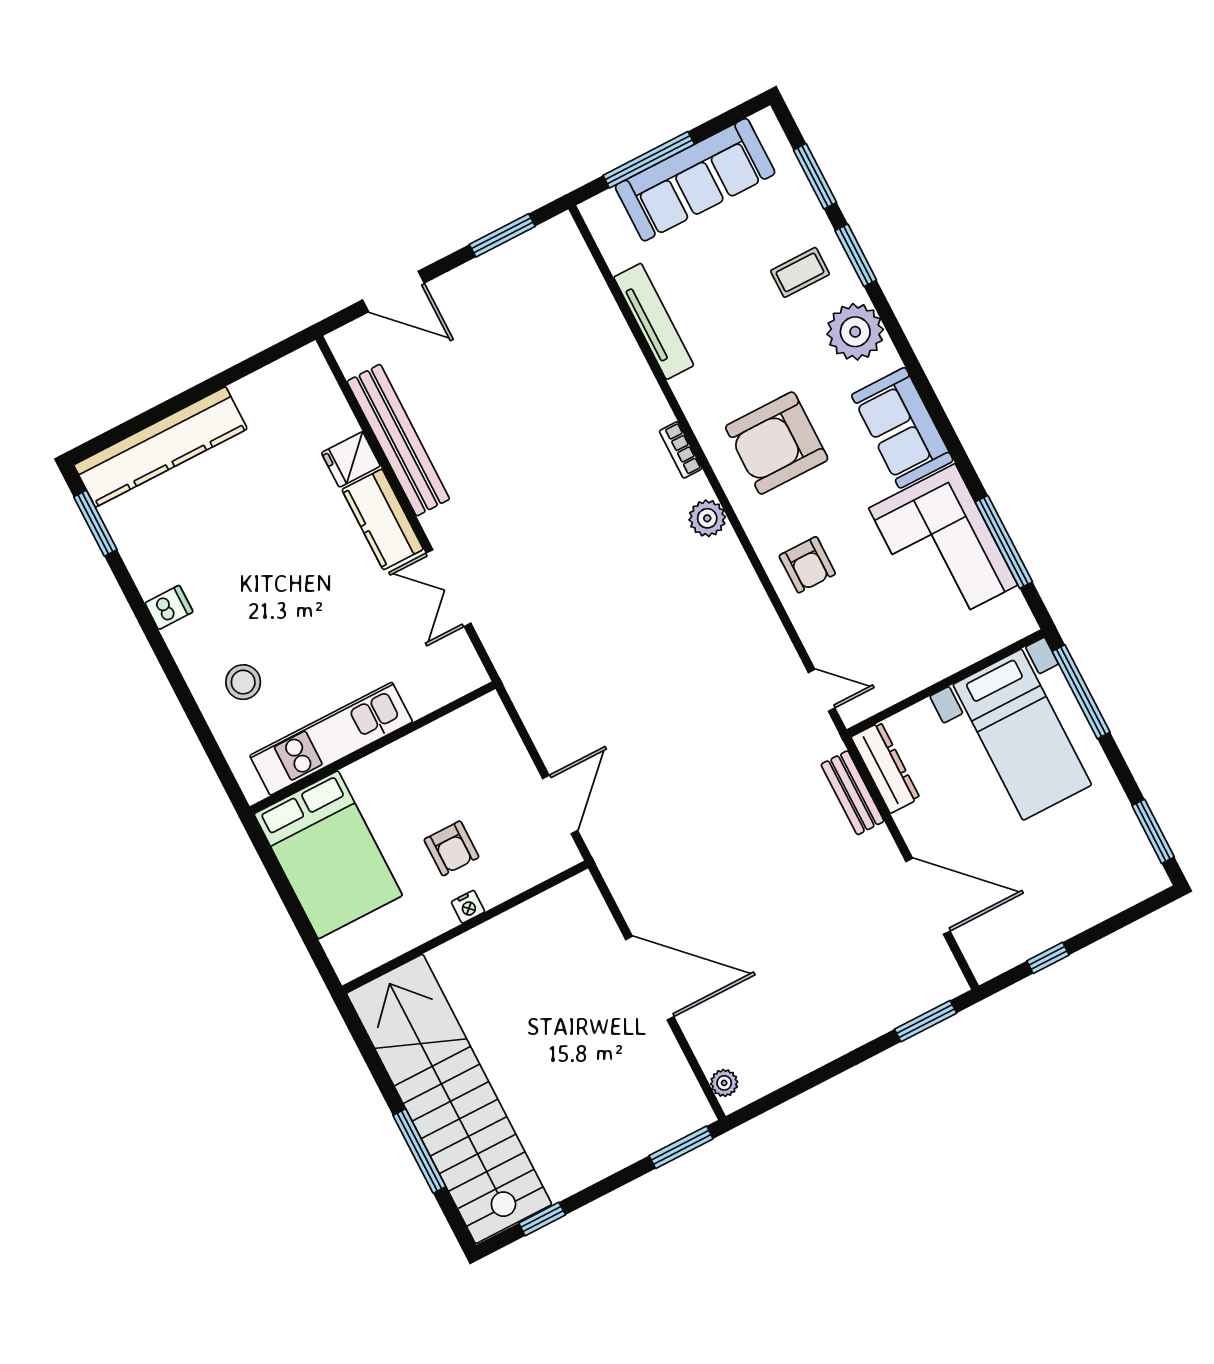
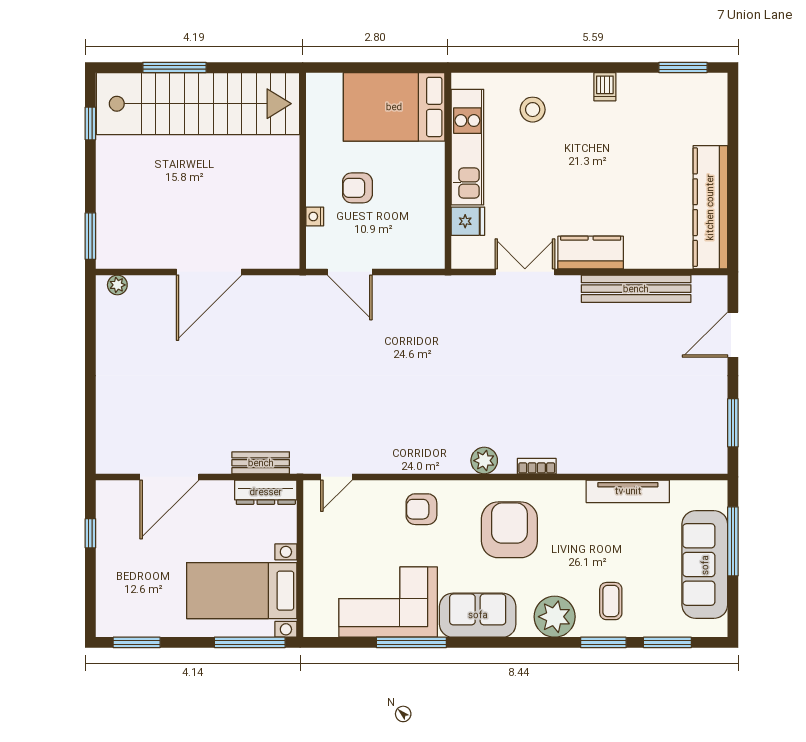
kitchen counter: (160, 447) -> (710, 207), moved
fridge: (351, 459) -> (468, 221), moved, turned 90
window: (1004, 542) -> (411, 642), moved
nightstand: (468, 907) -> (315, 216), moved
window: (926, 1021) -> (90, 434), removed

